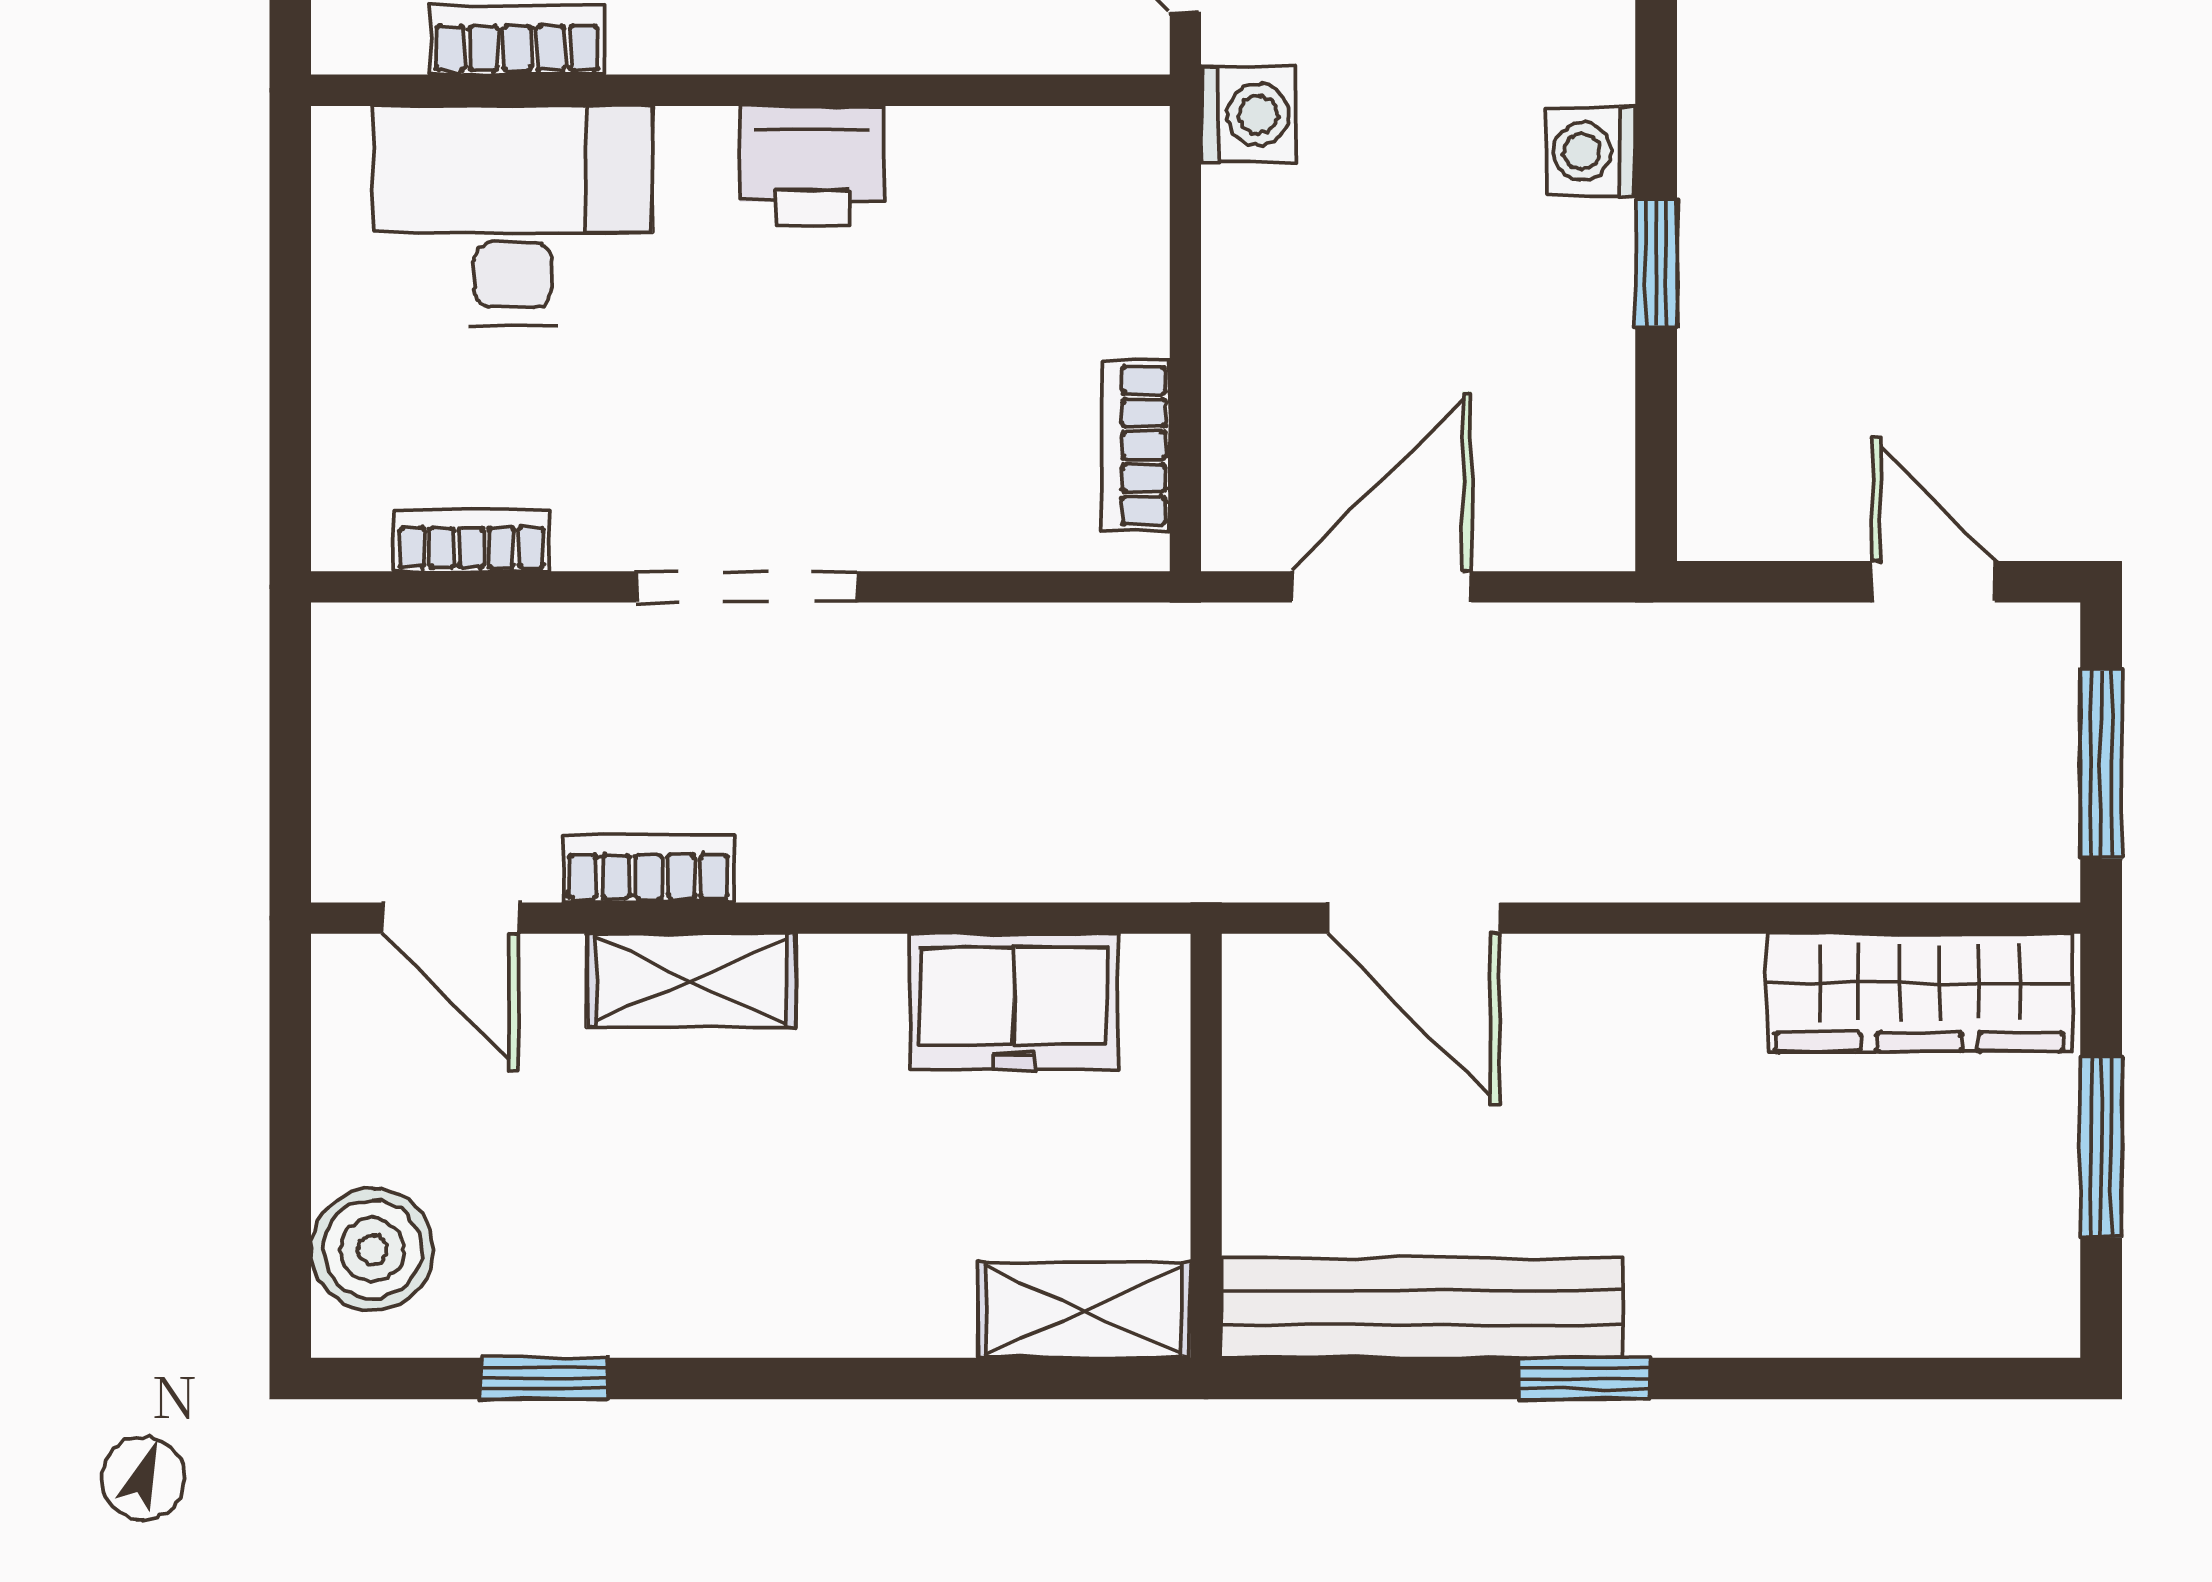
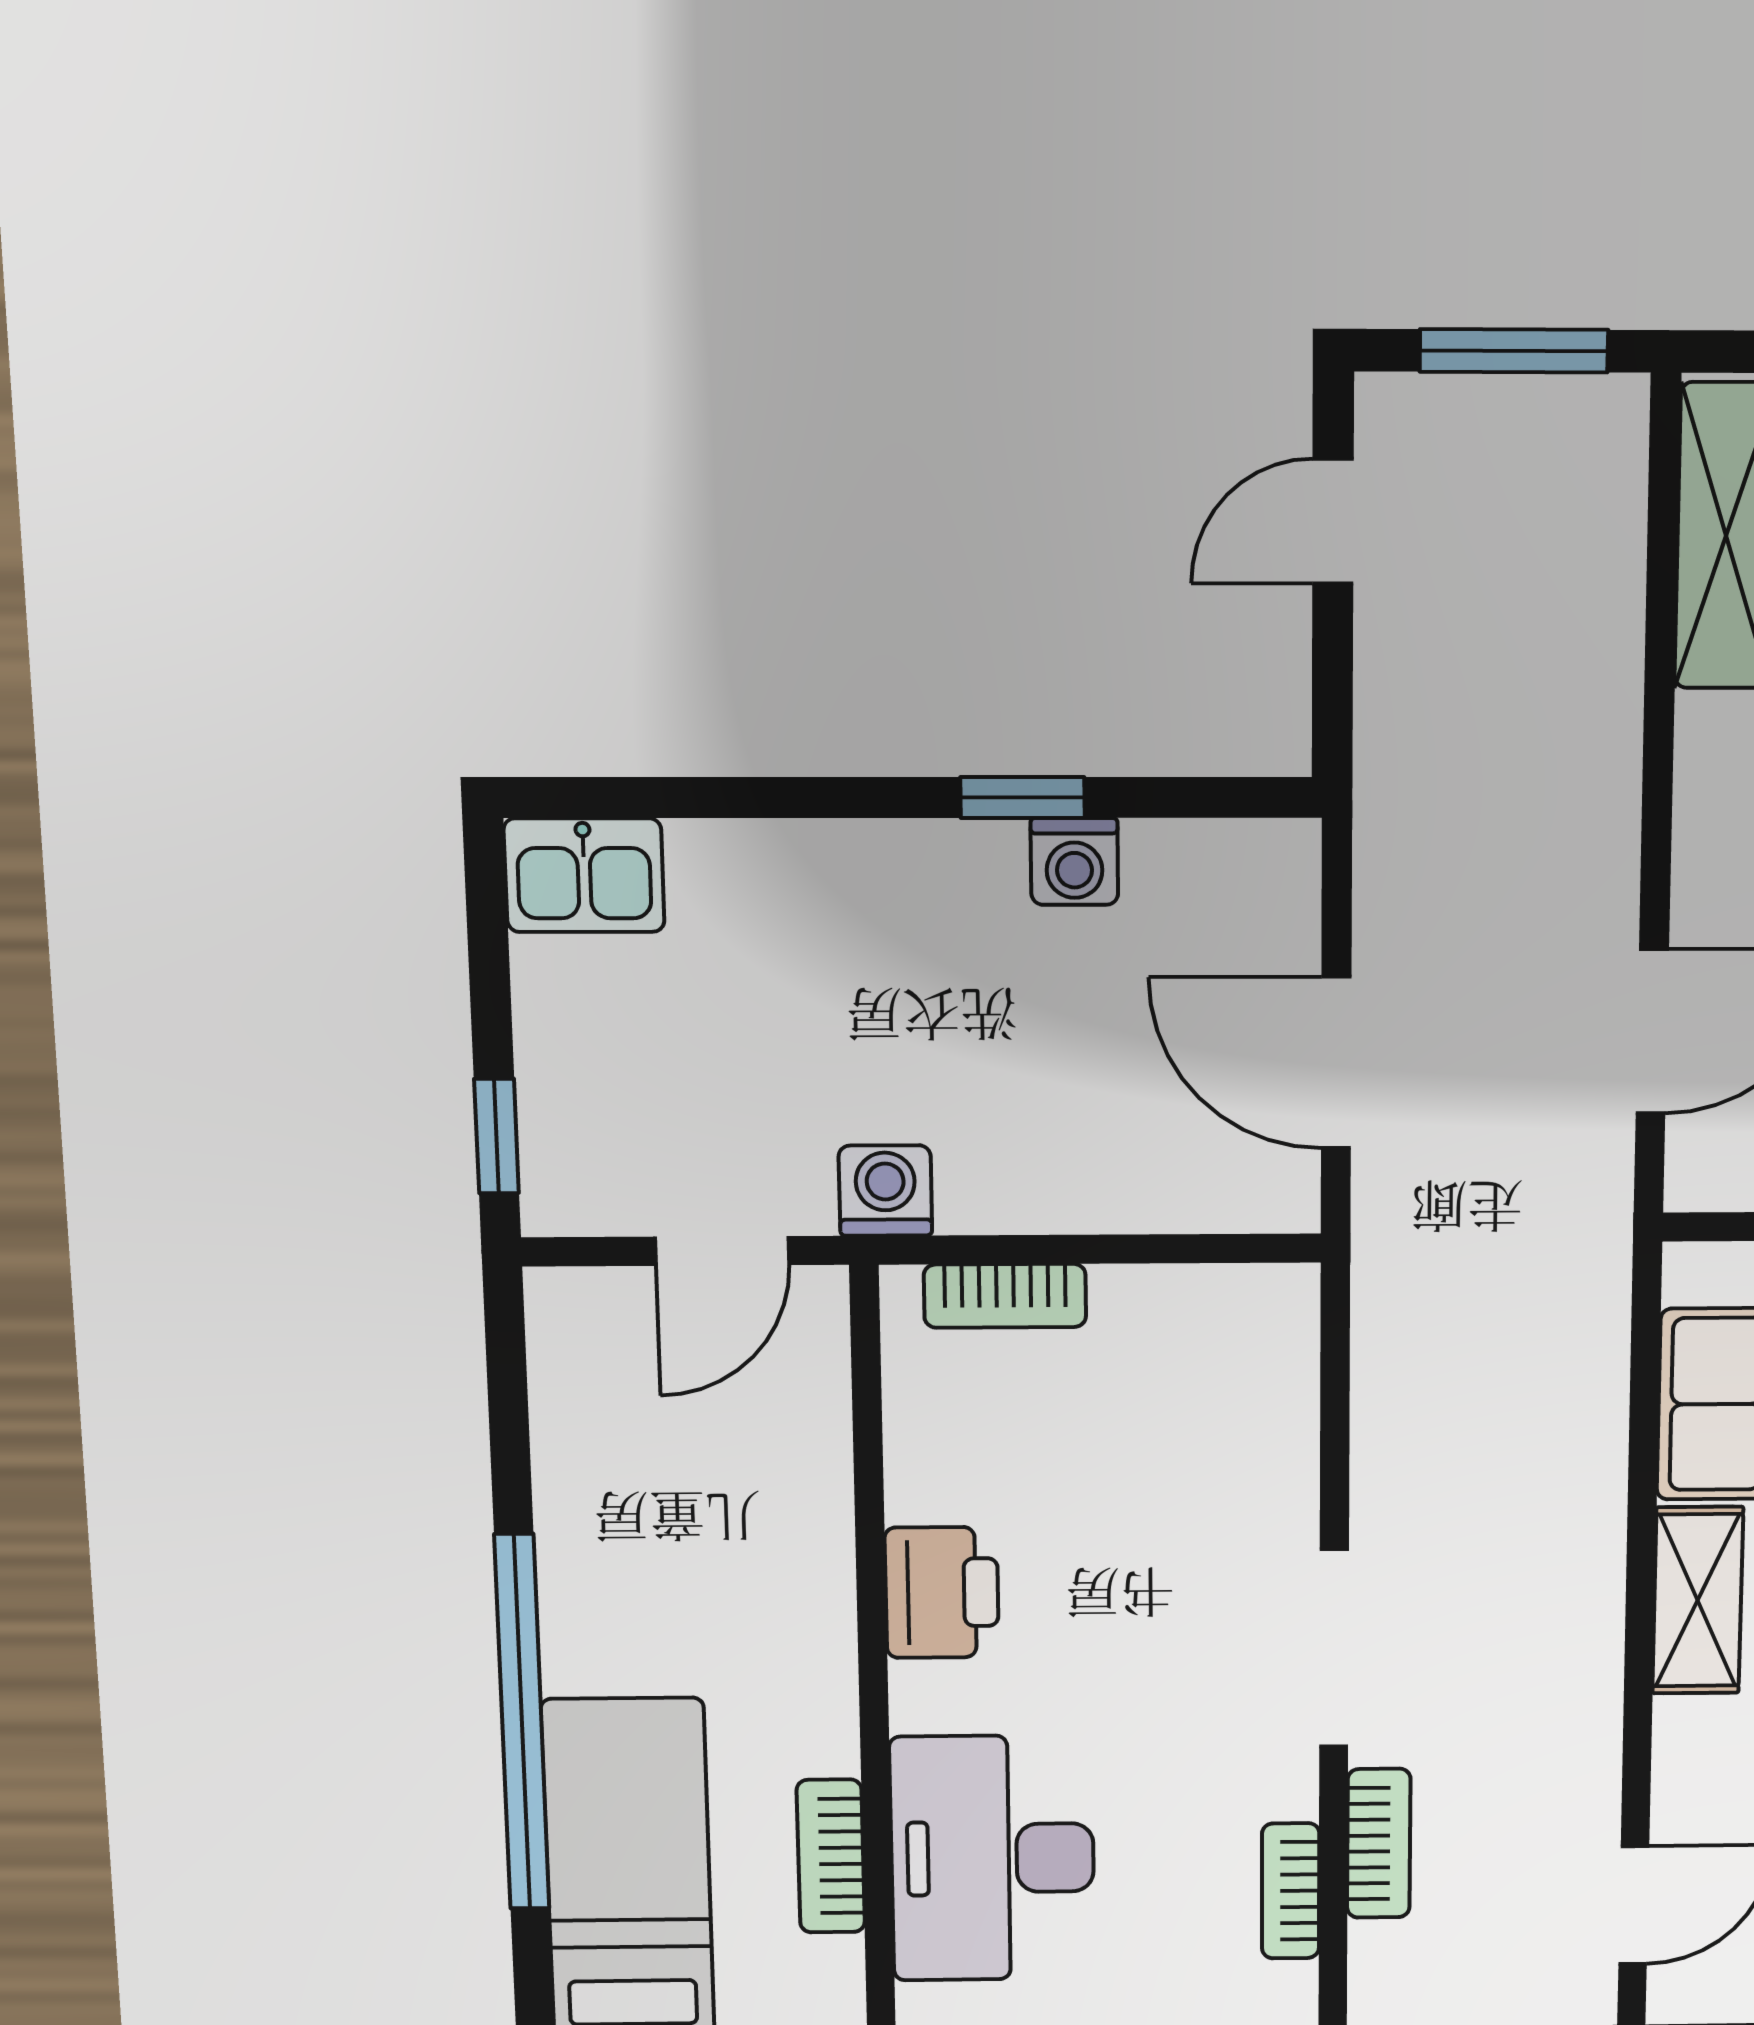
washing machine: (1591, 151) -> (1074, 861), moved
bookcase: (1136, 445) -> (1005, 1296), moved
bookcase: (648, 868) -> (1379, 1843), moved, turned 180
shelving: (691, 980) -> (1698, 1600), moved

